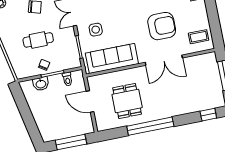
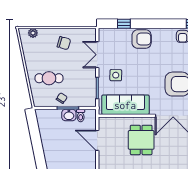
cafe table: (38, 40) -> (49, 78), moved
washbasin: (41, 84) -> (69, 115), moved
dining table: (127, 101) -> (141, 140), moved

